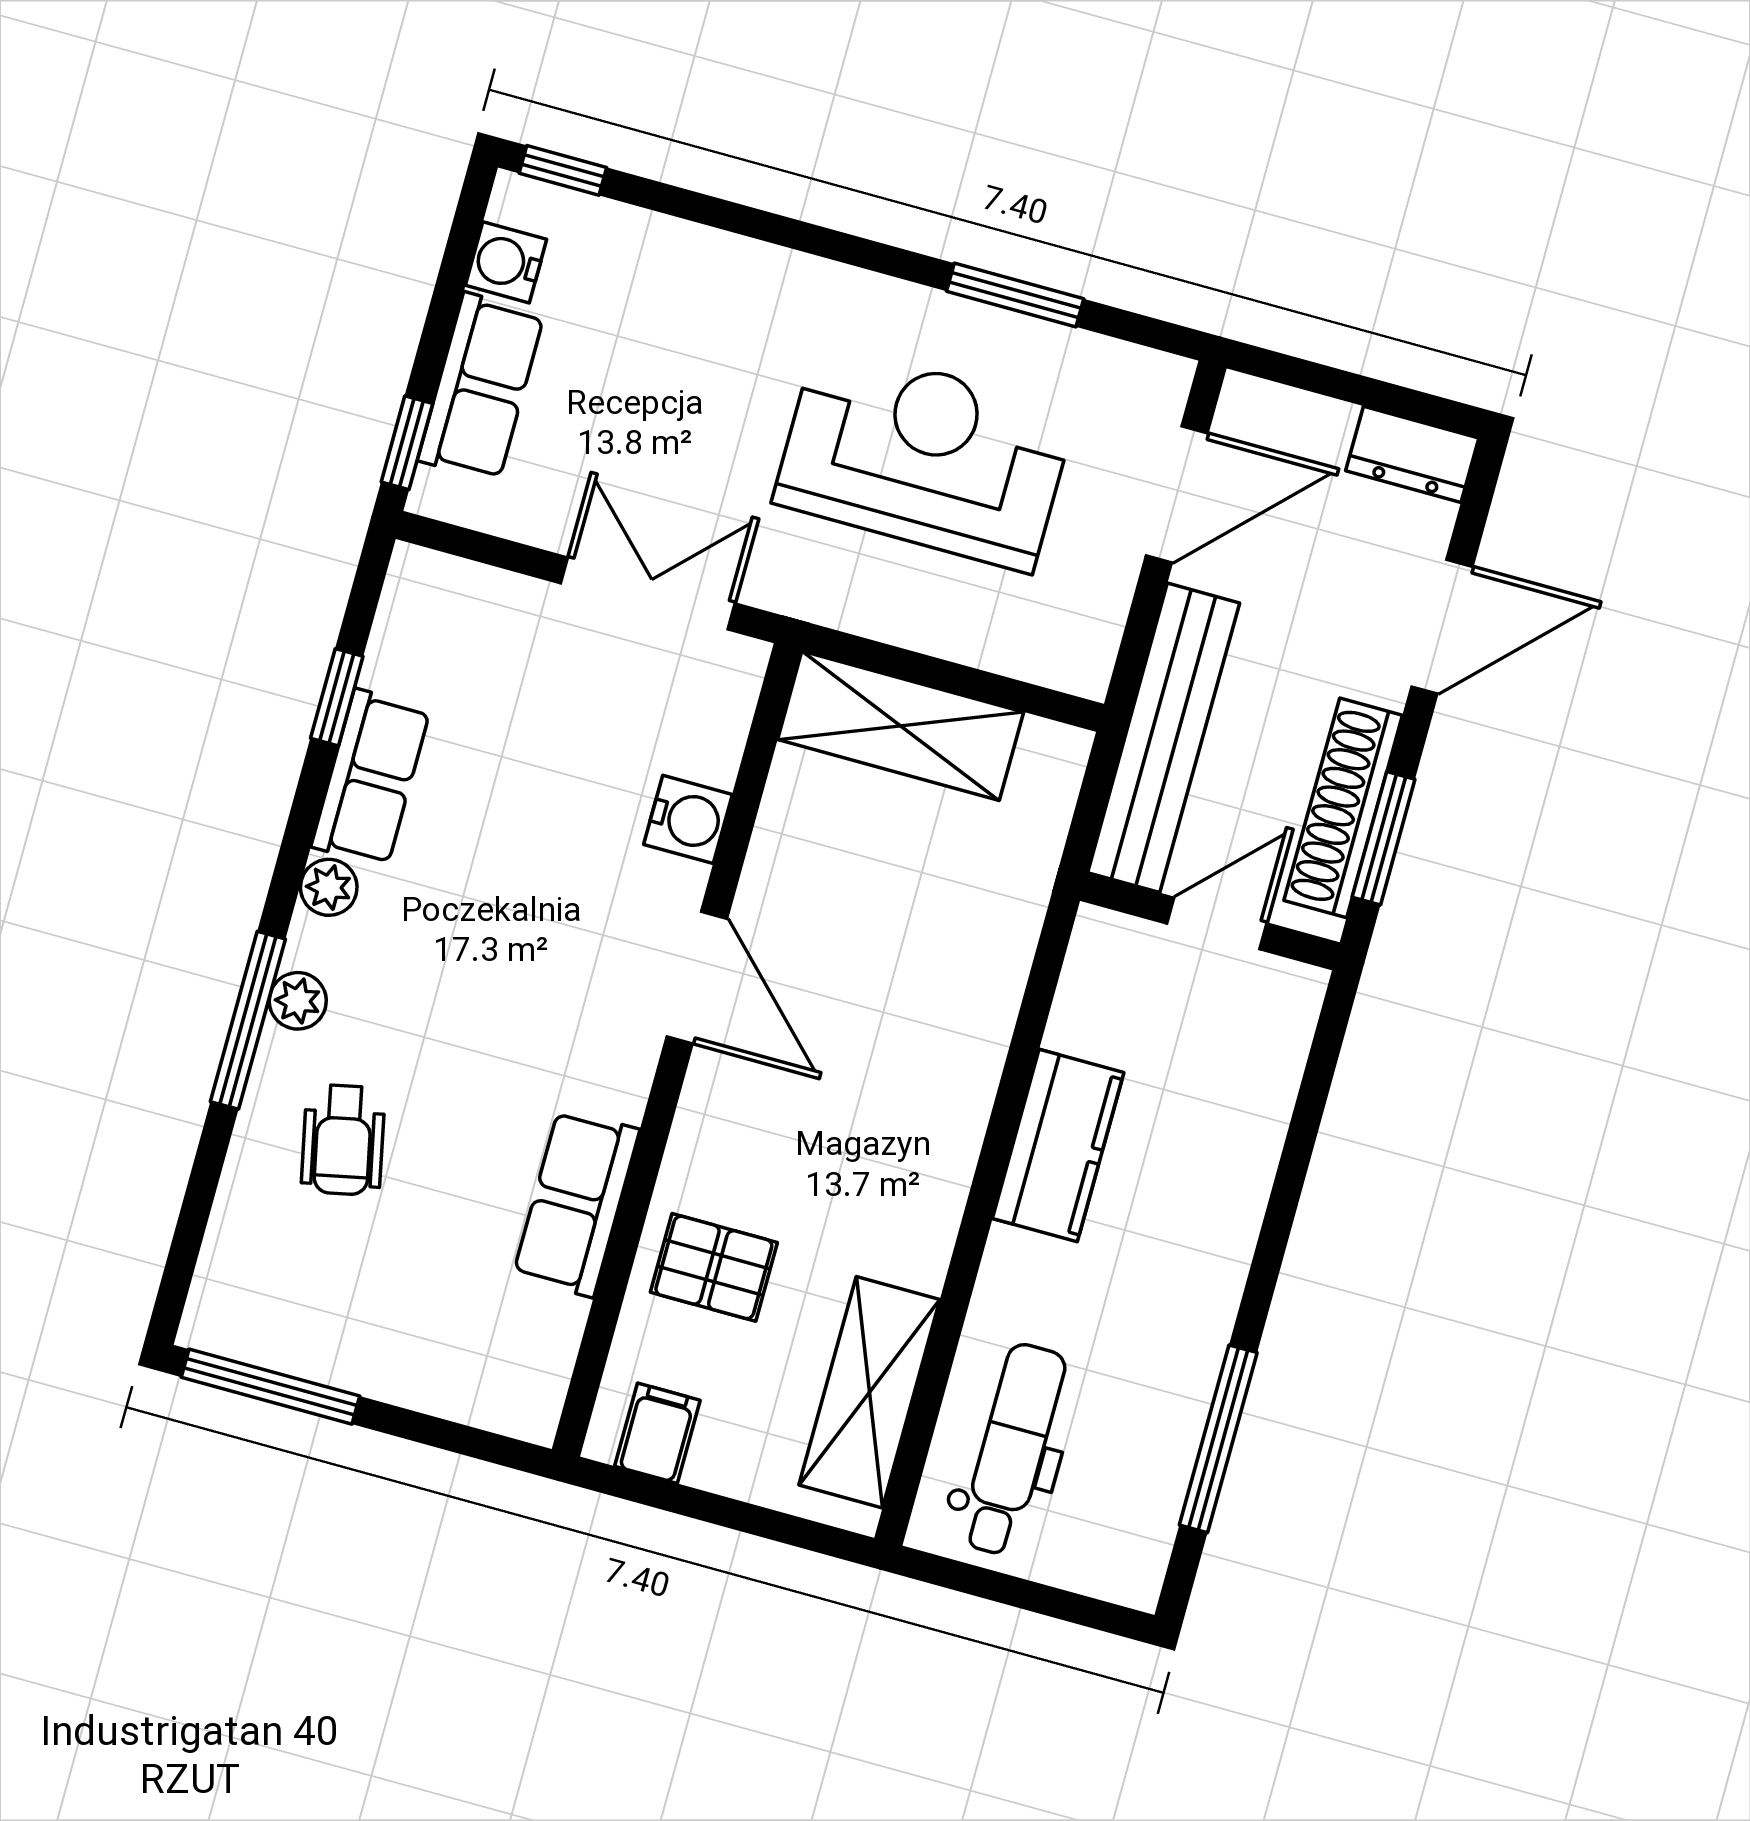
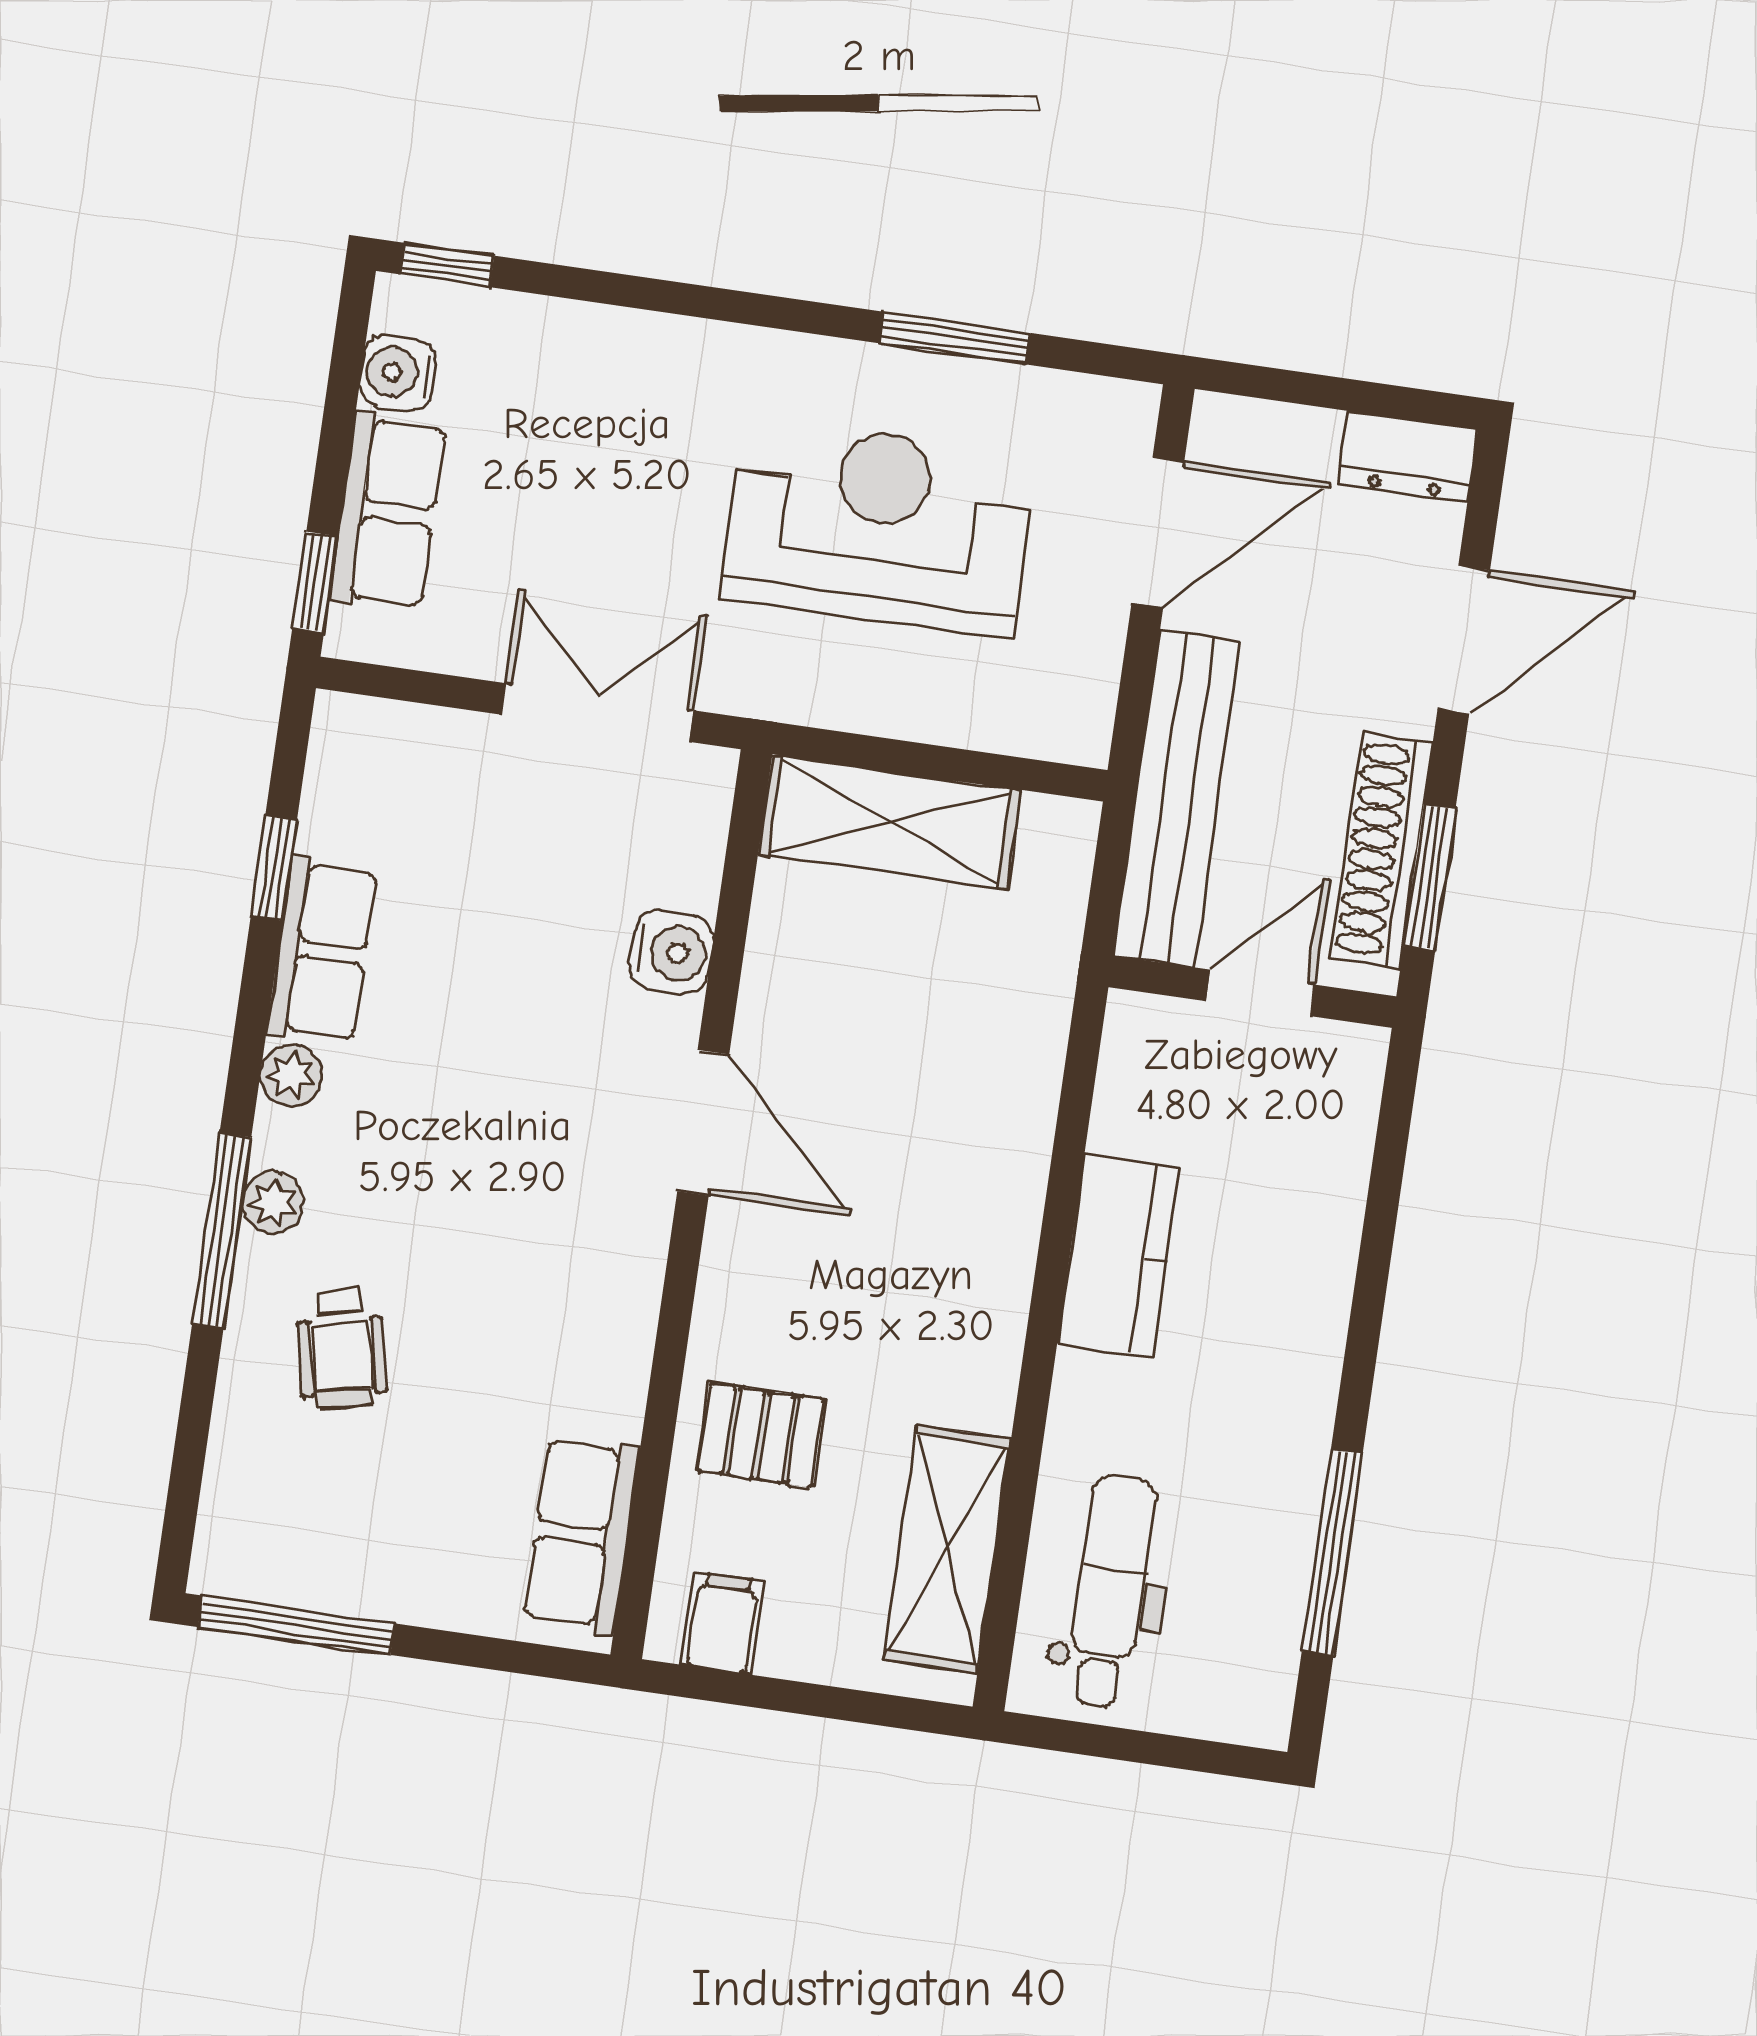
row of seats: (576, 1203) -> (581, 1535), moved

